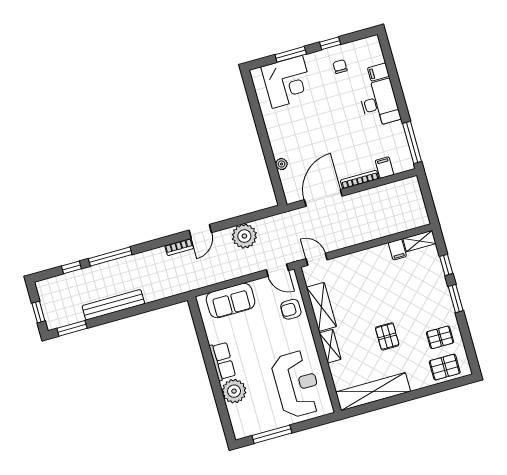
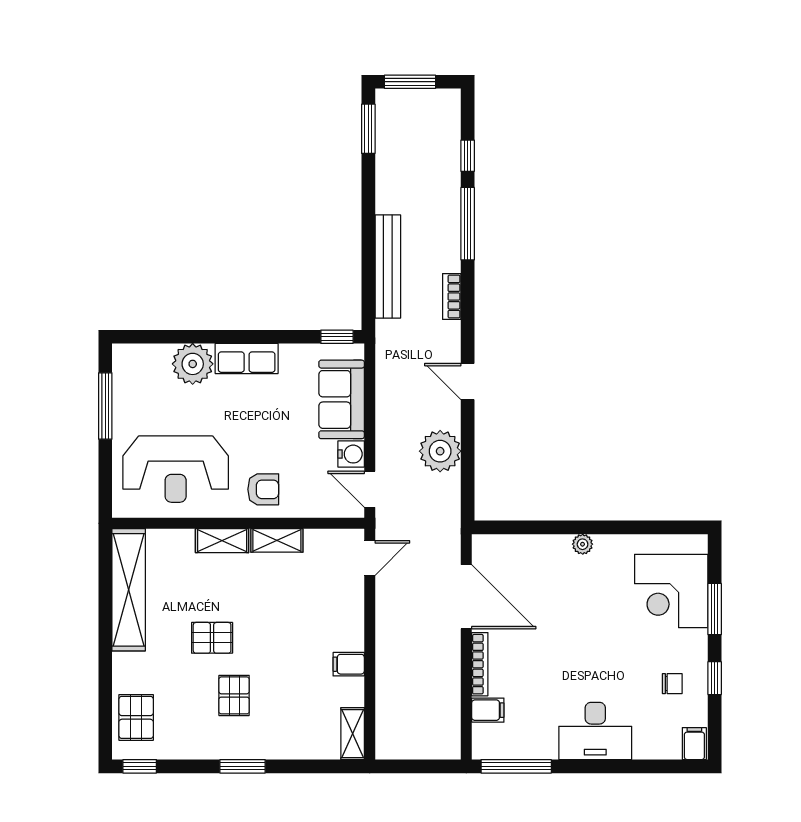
filing cabinet: (378, 72) -> (694, 744), moved
plant: (281, 164) -> (583, 544), moved
bookcase: (179, 247) -> (452, 297), moved
filing cabinet: (397, 250) -> (349, 664), moved
window: (446, 265) -> (140, 766), moved
door: (277, 270) -> (370, 489), hinge flipped
water cooler: (260, 286) -> (351, 454), added
bench: (113, 305) -> (388, 267), moved
shelving: (321, 307) -> (277, 540), width x0.67, depth x0.75
armchair: (291, 309) -> (263, 489), moved, turned 90
window: (38, 312) -> (410, 82), width x1.50
window: (196, 313) -> (337, 337), added
pallet: (440, 337) -> (234, 695), moved

